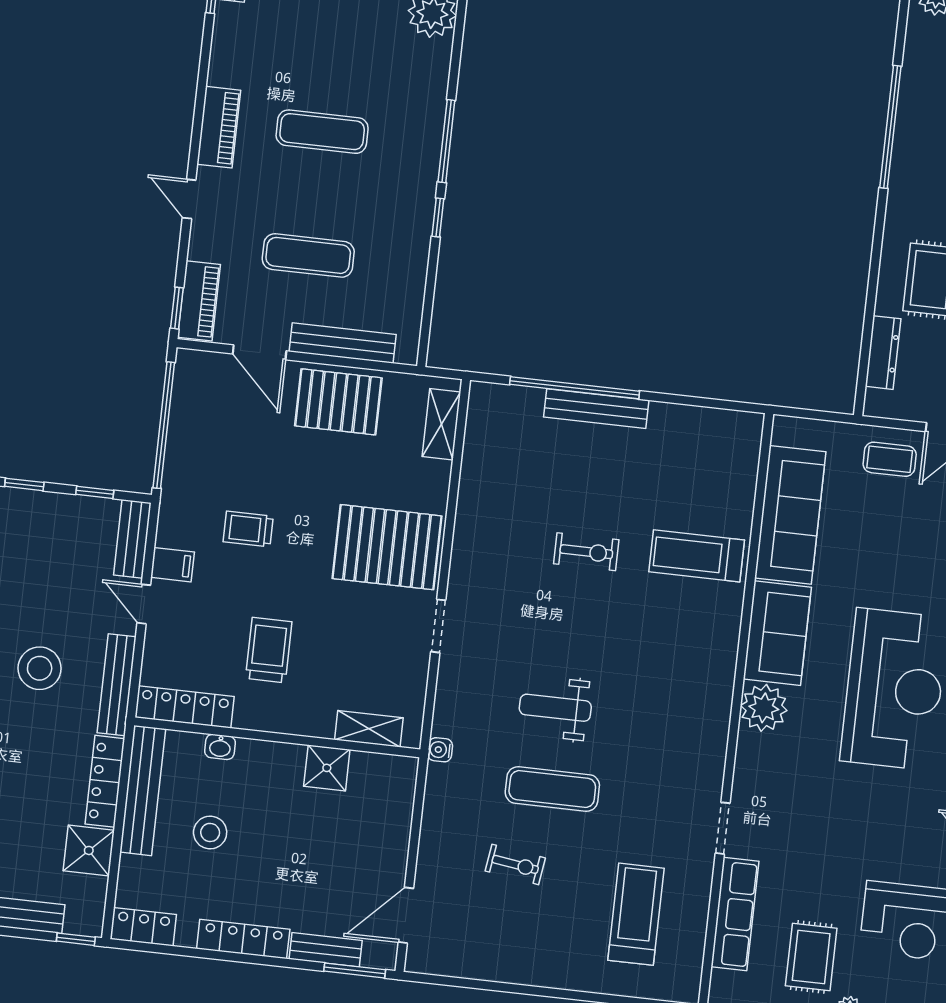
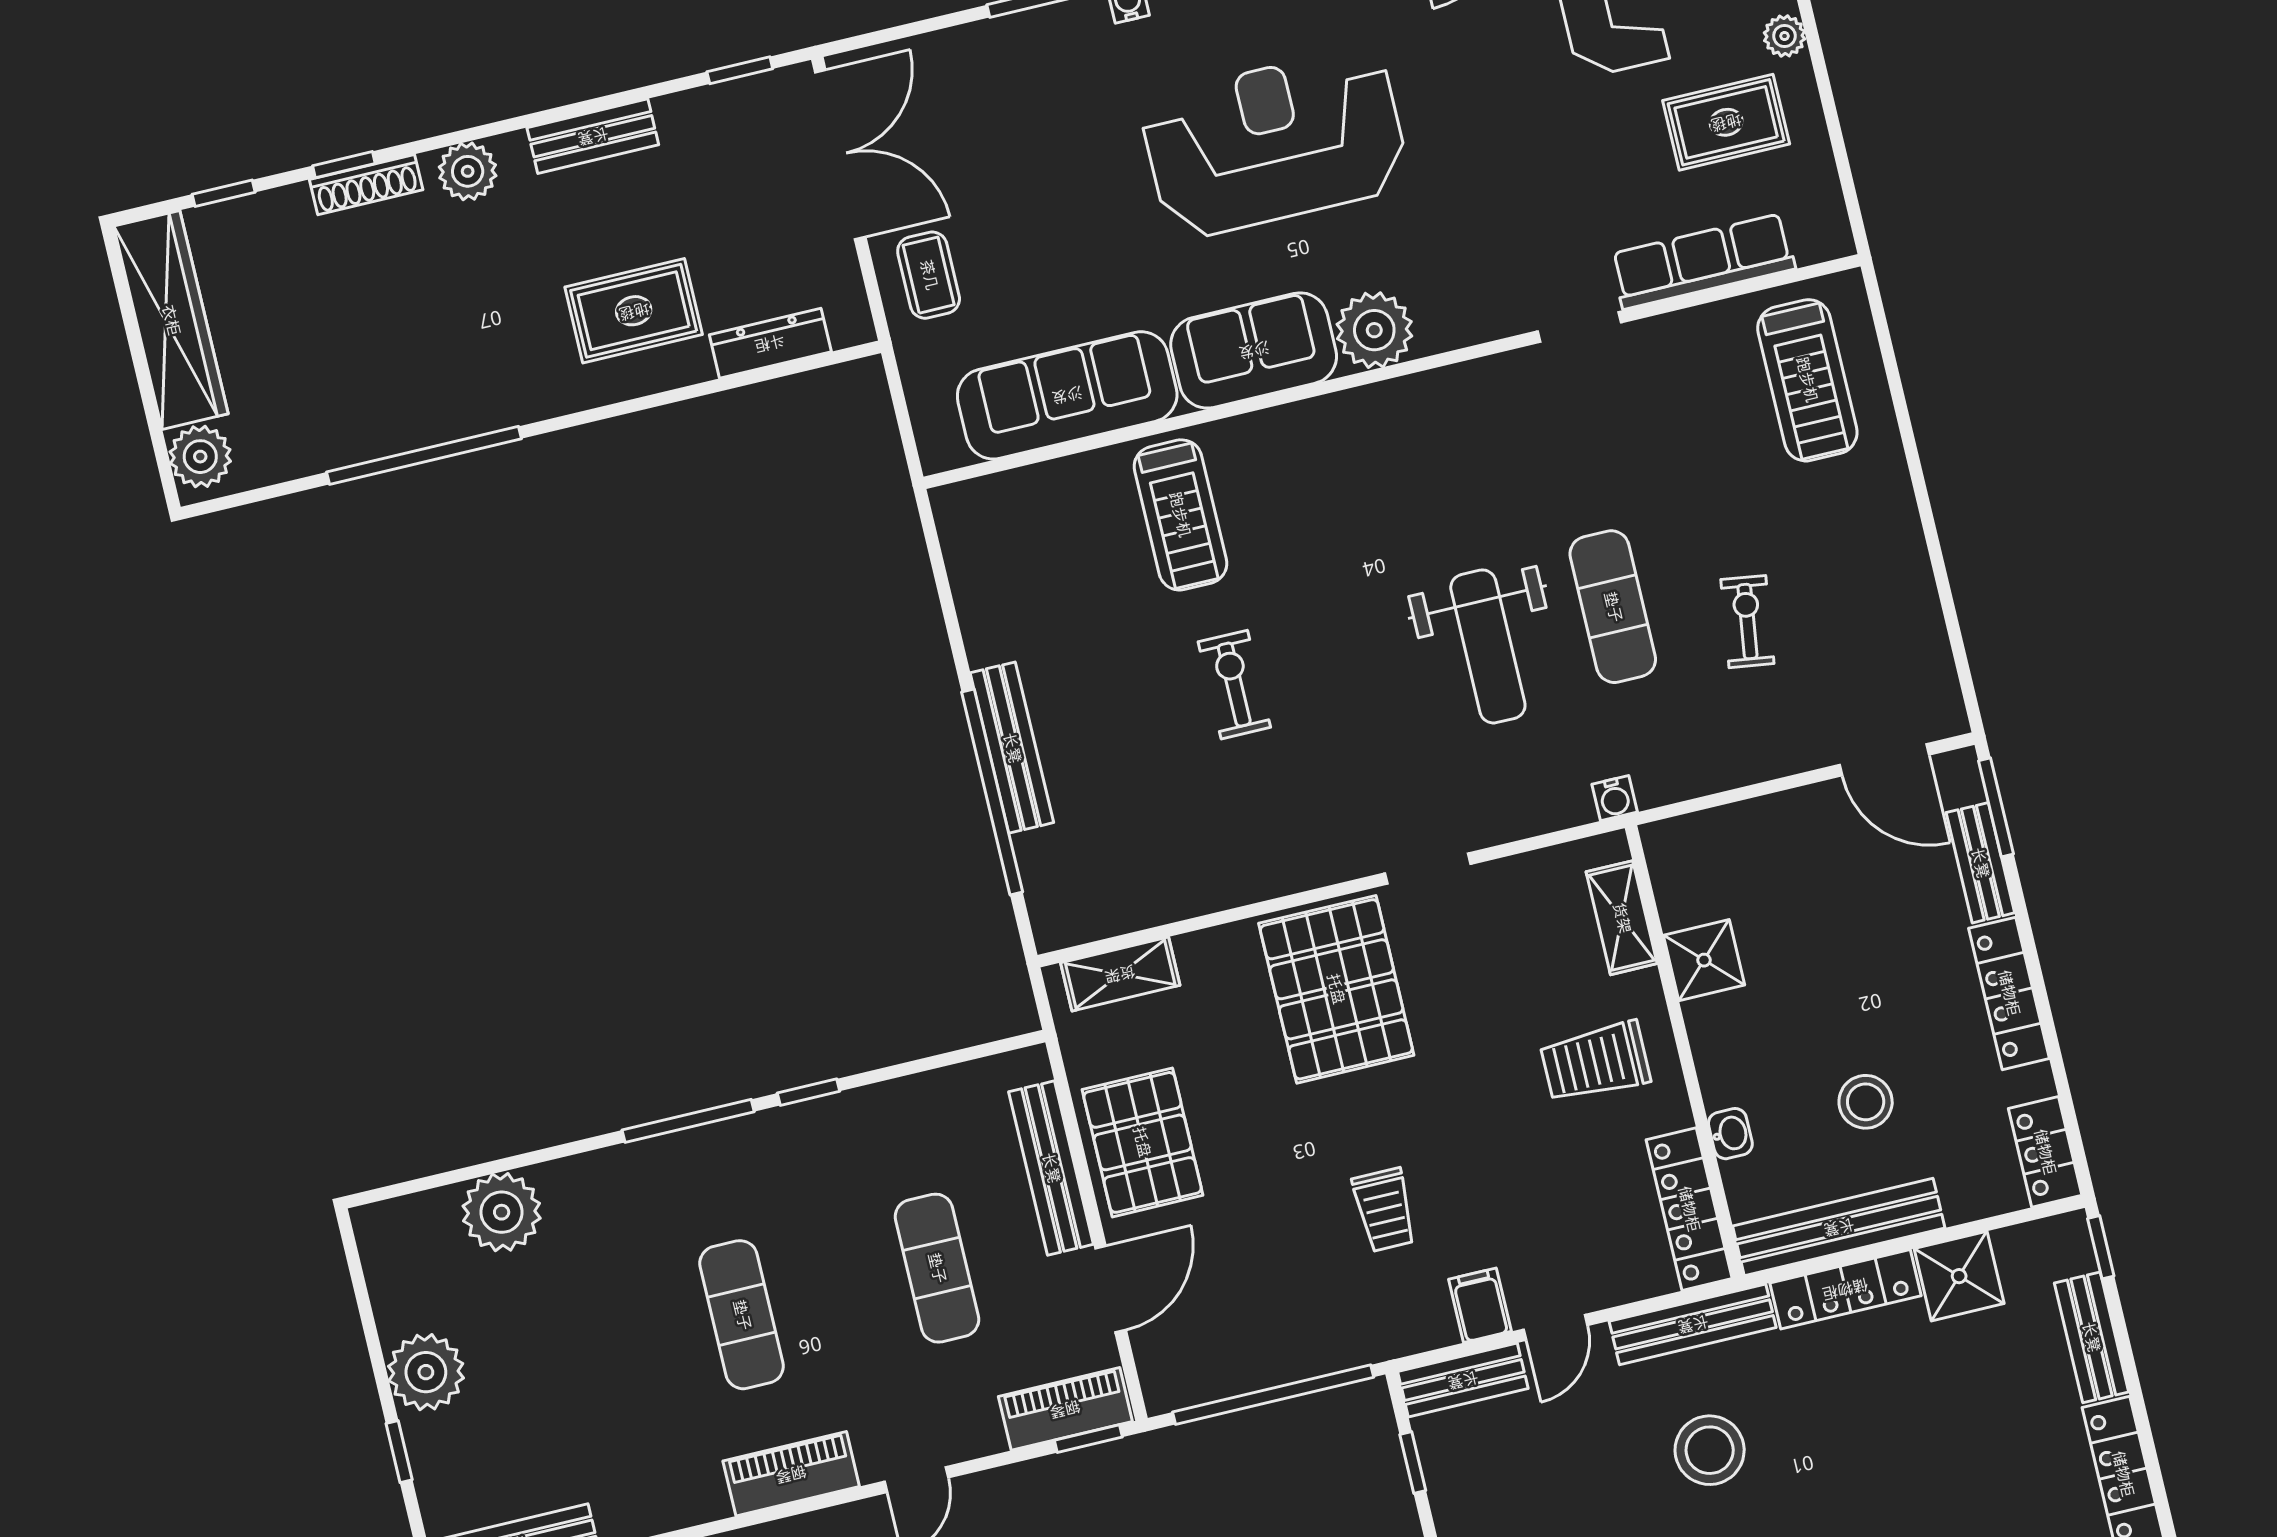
trolley: (269, 650) -> (1595, 1062), moved
weight bench: (555, 708) -> (1488, 646), width x1.36, depth x1.33
treadmill: (636, 914) -> (1807, 380), moved, turned -90

